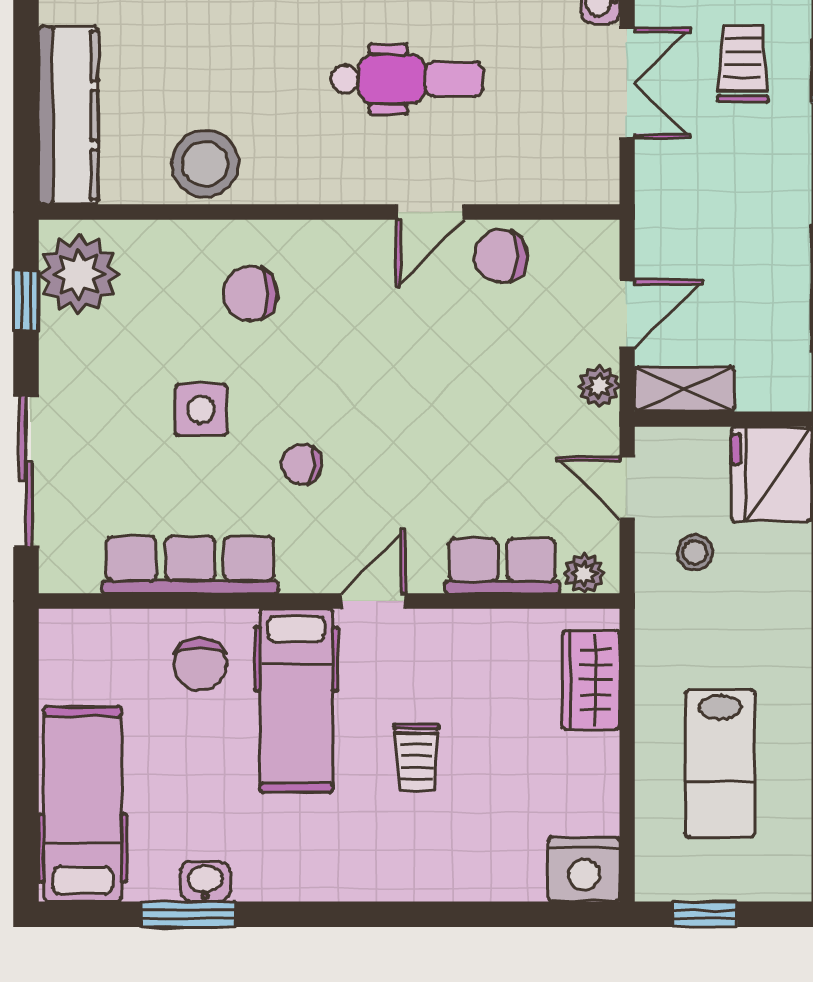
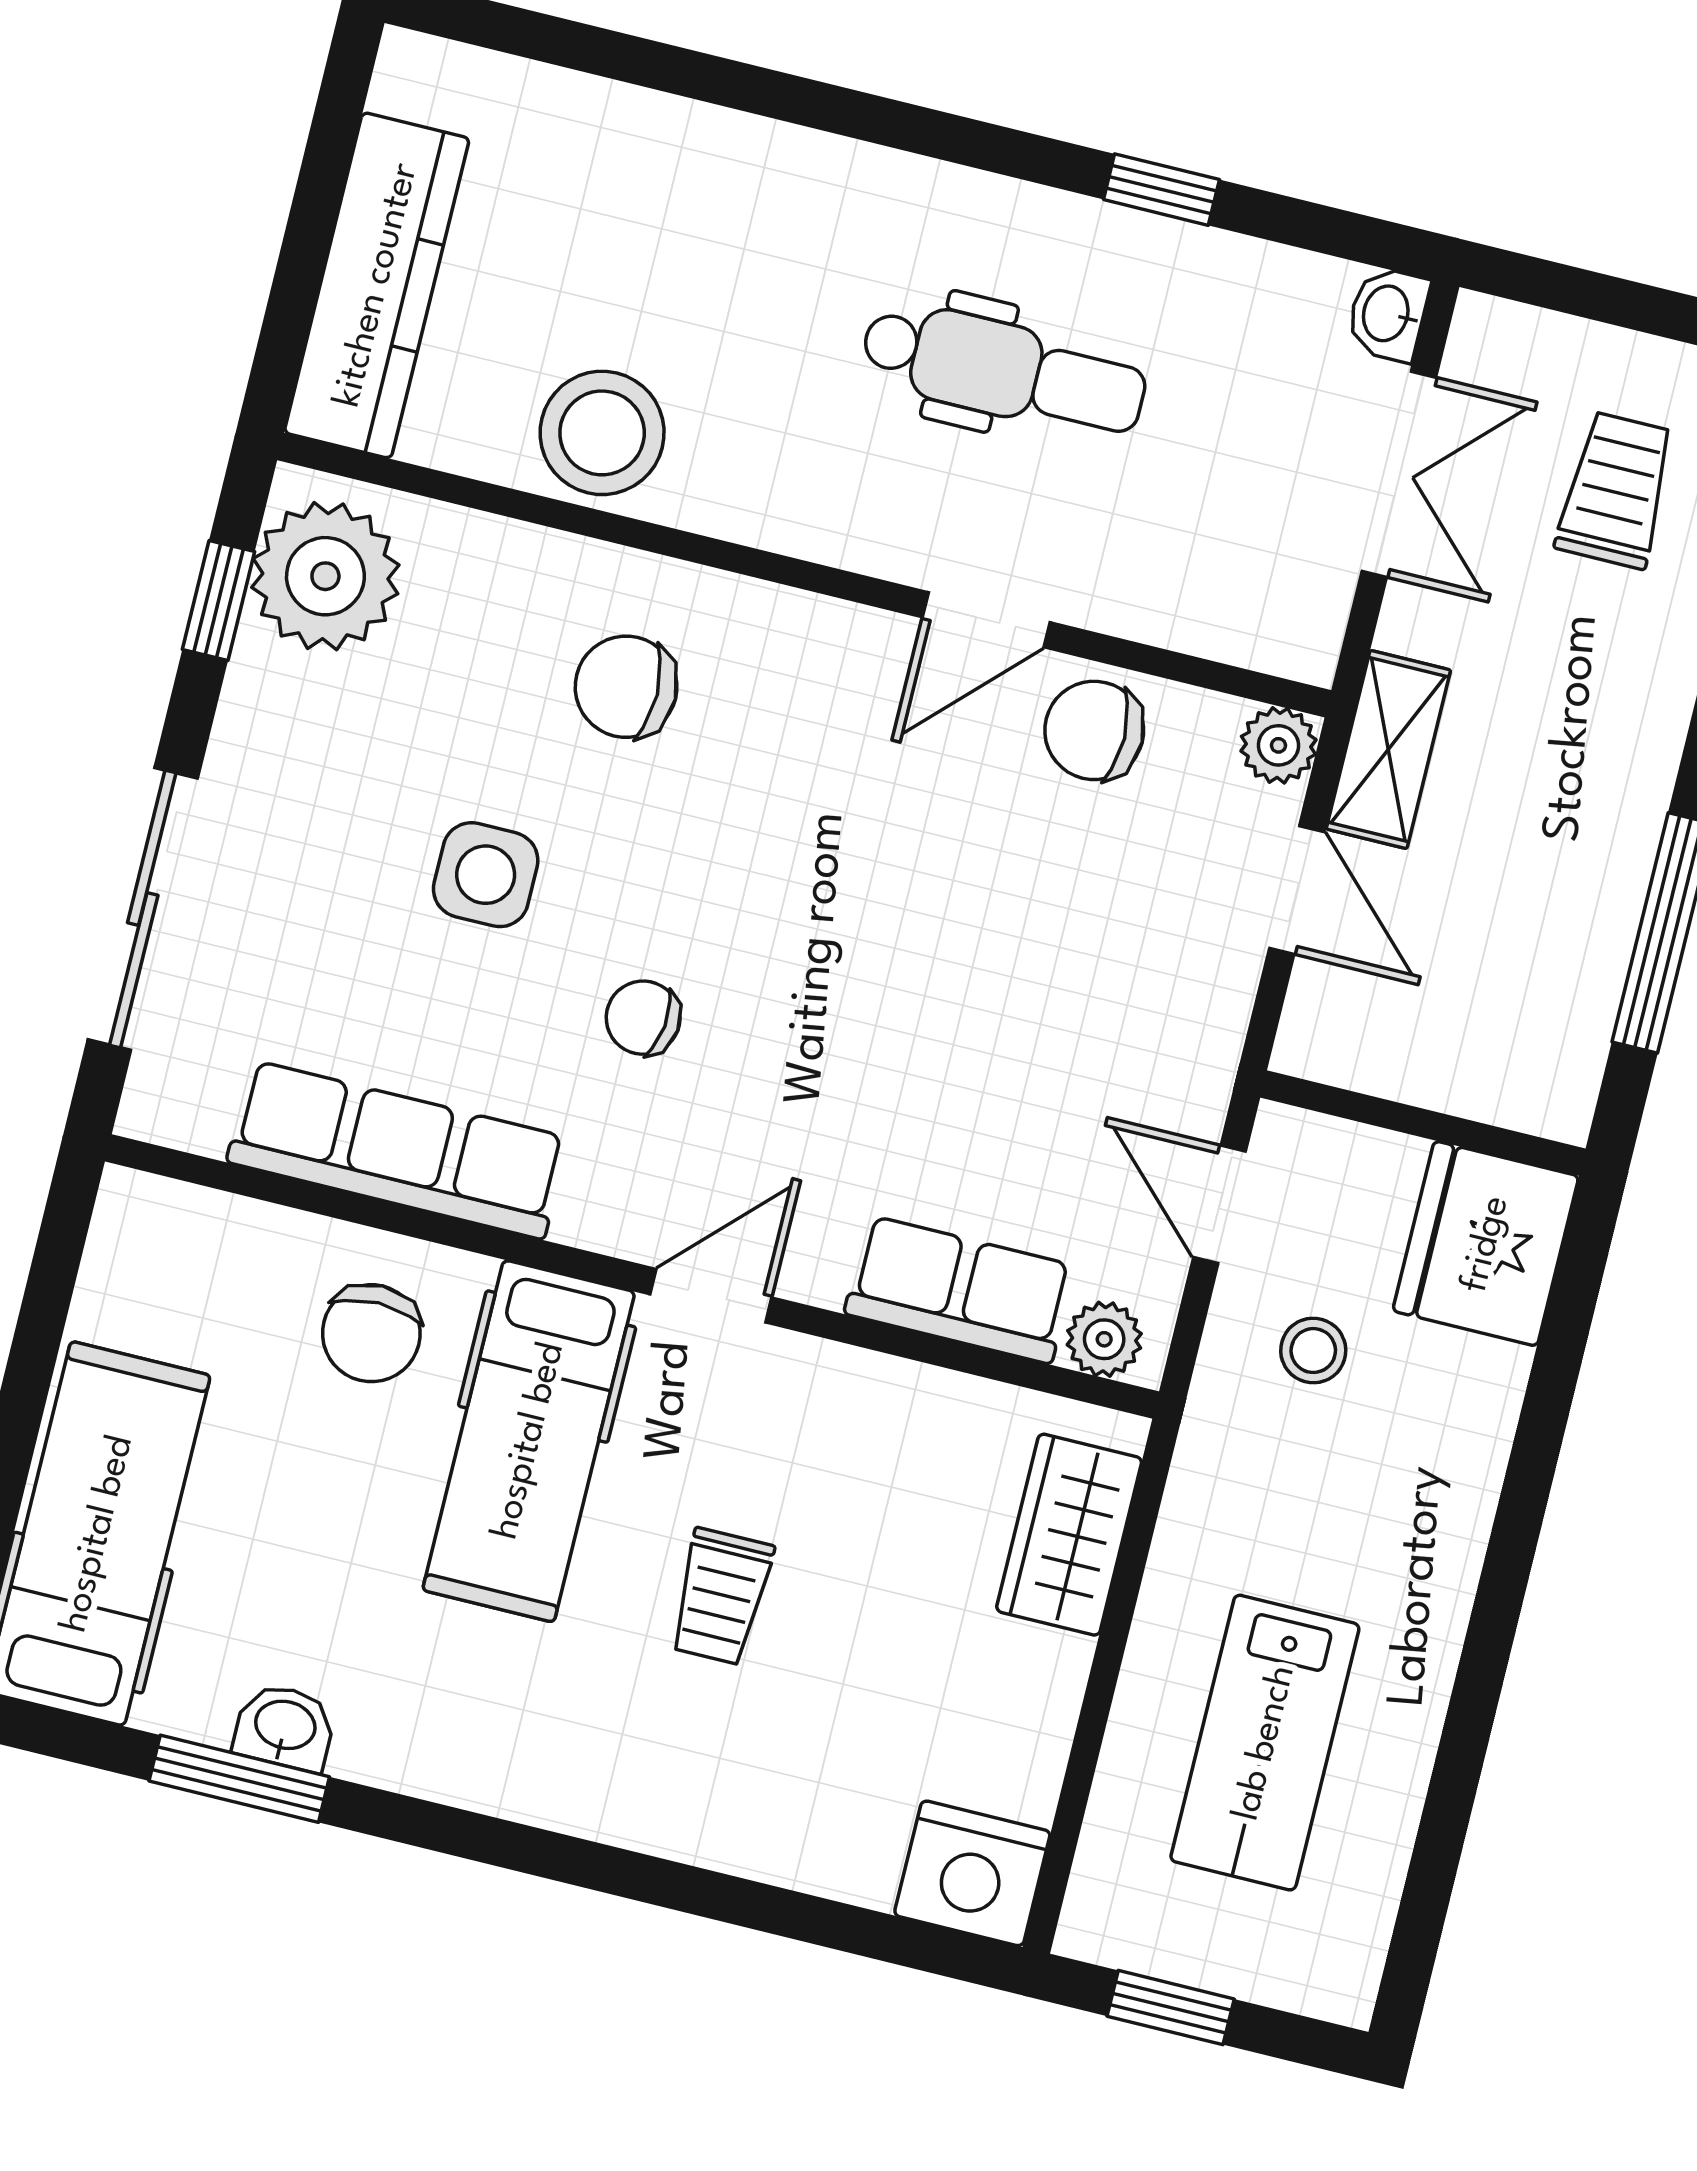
door: (627, 313) -> (1297, 890), hinge flipped
plant: (599, 386) -> (1278, 745), moved
shelving: (684, 389) -> (1388, 750), moved, turned 90

